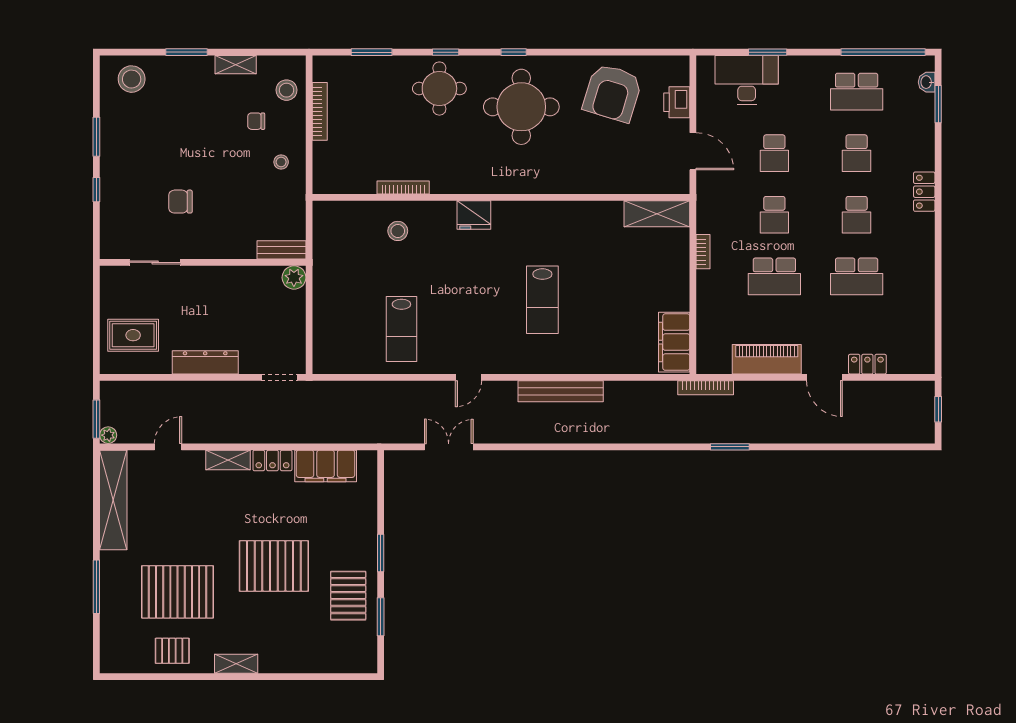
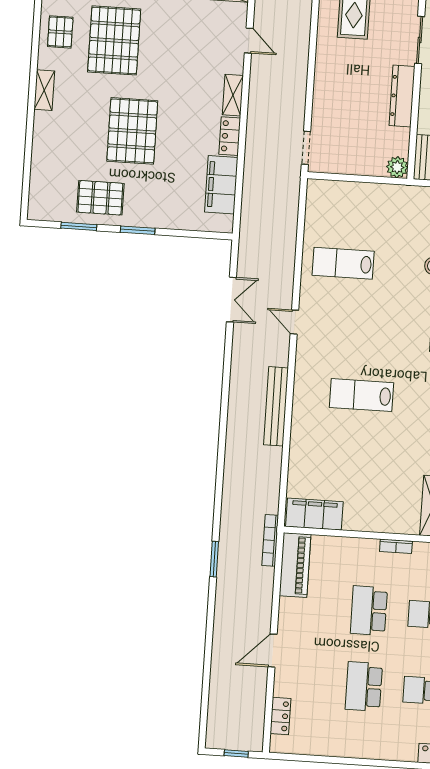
piano: (767, 359) -> (295, 565), moved
dresser: (205, 362) -> (402, 96), moved, turned 180
locker: (867, 364) -> (280, 716), moved

